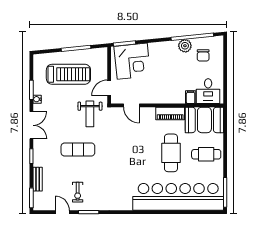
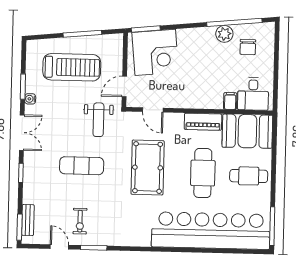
pool table: (128, 150) -> (148, 168), added
bench: (38, 179) -> (28, 220), moved

